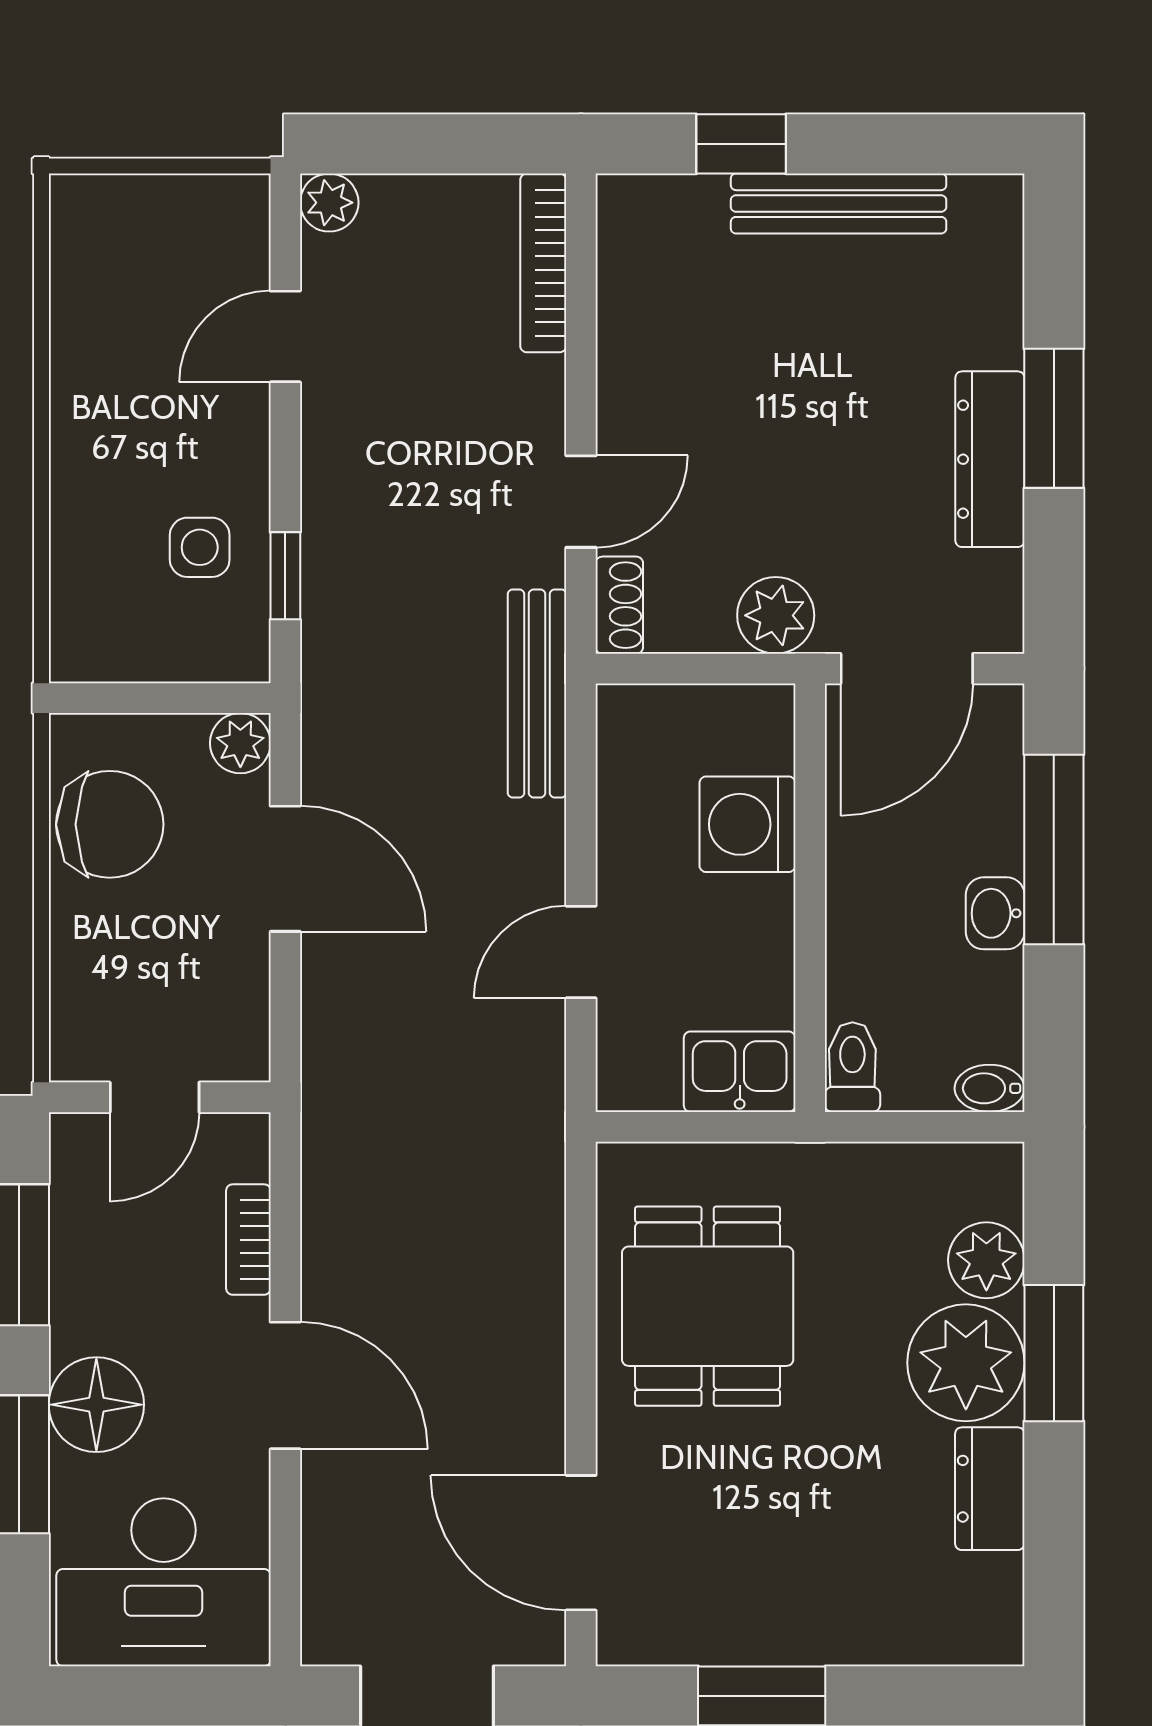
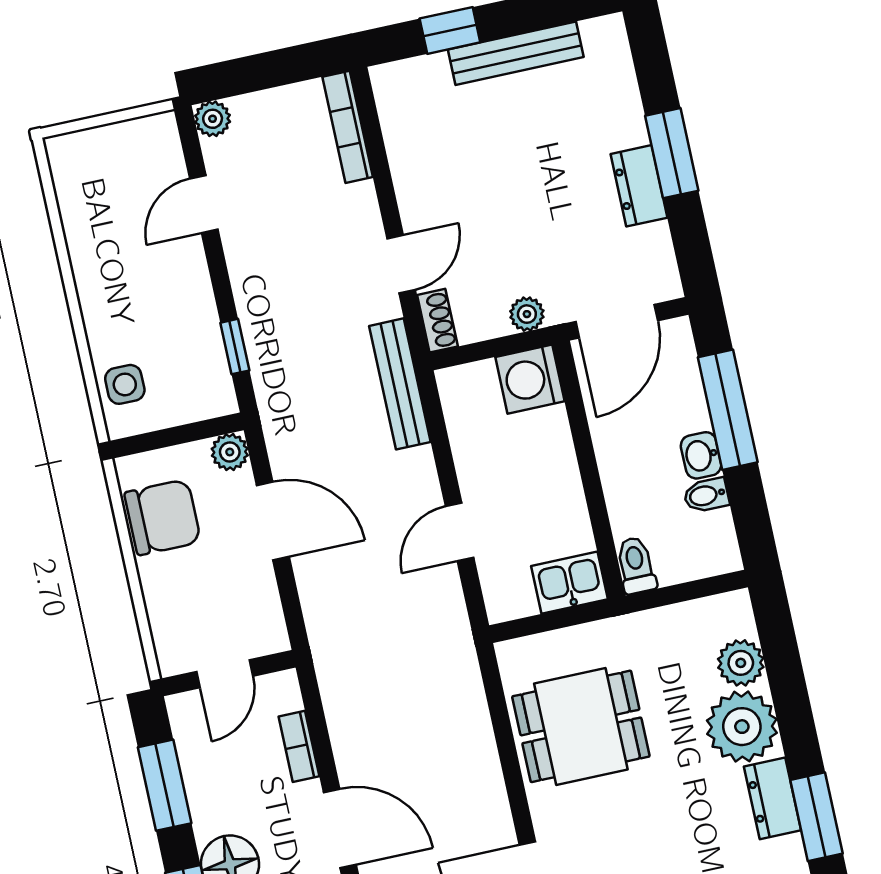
dresser: (990, 459) -> (639, 186), width x0.70
side table: (200, 547) -> (125, 384), moved
plant: (776, 615) -> (527, 314), width x0.73, depth x0.73
washing machine: (747, 824) -> (530, 379), moved
bidet: (989, 1088) -> (706, 495), moved
dining table: (708, 1306) -> (581, 726), turned 90
window: (1054, 1353) -> (816, 817), moved

